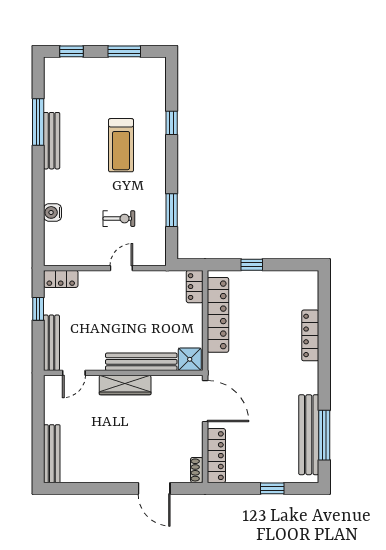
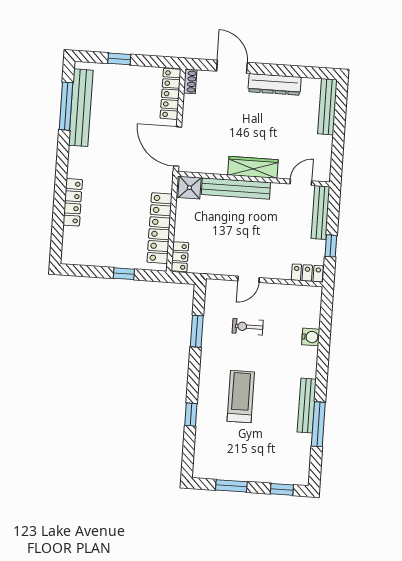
dresser: (109, 473) -> (275, 84), added

